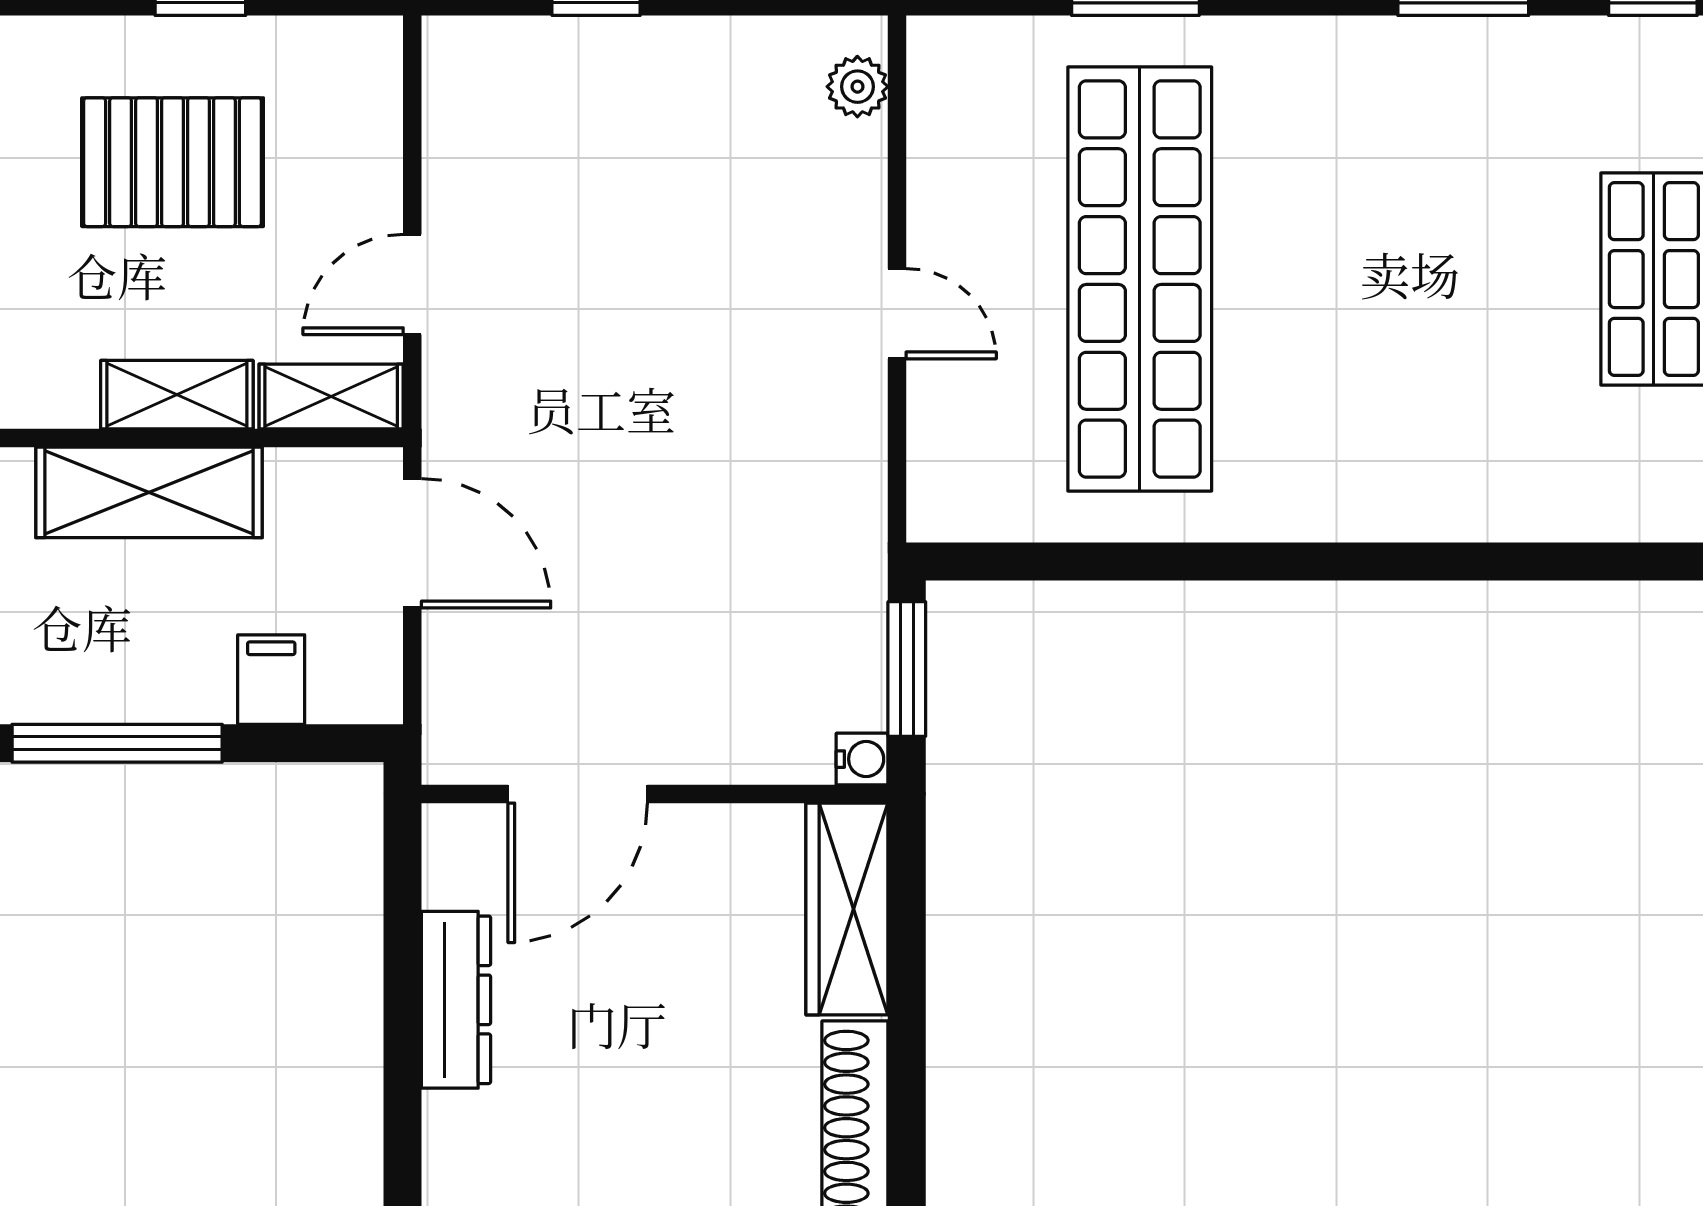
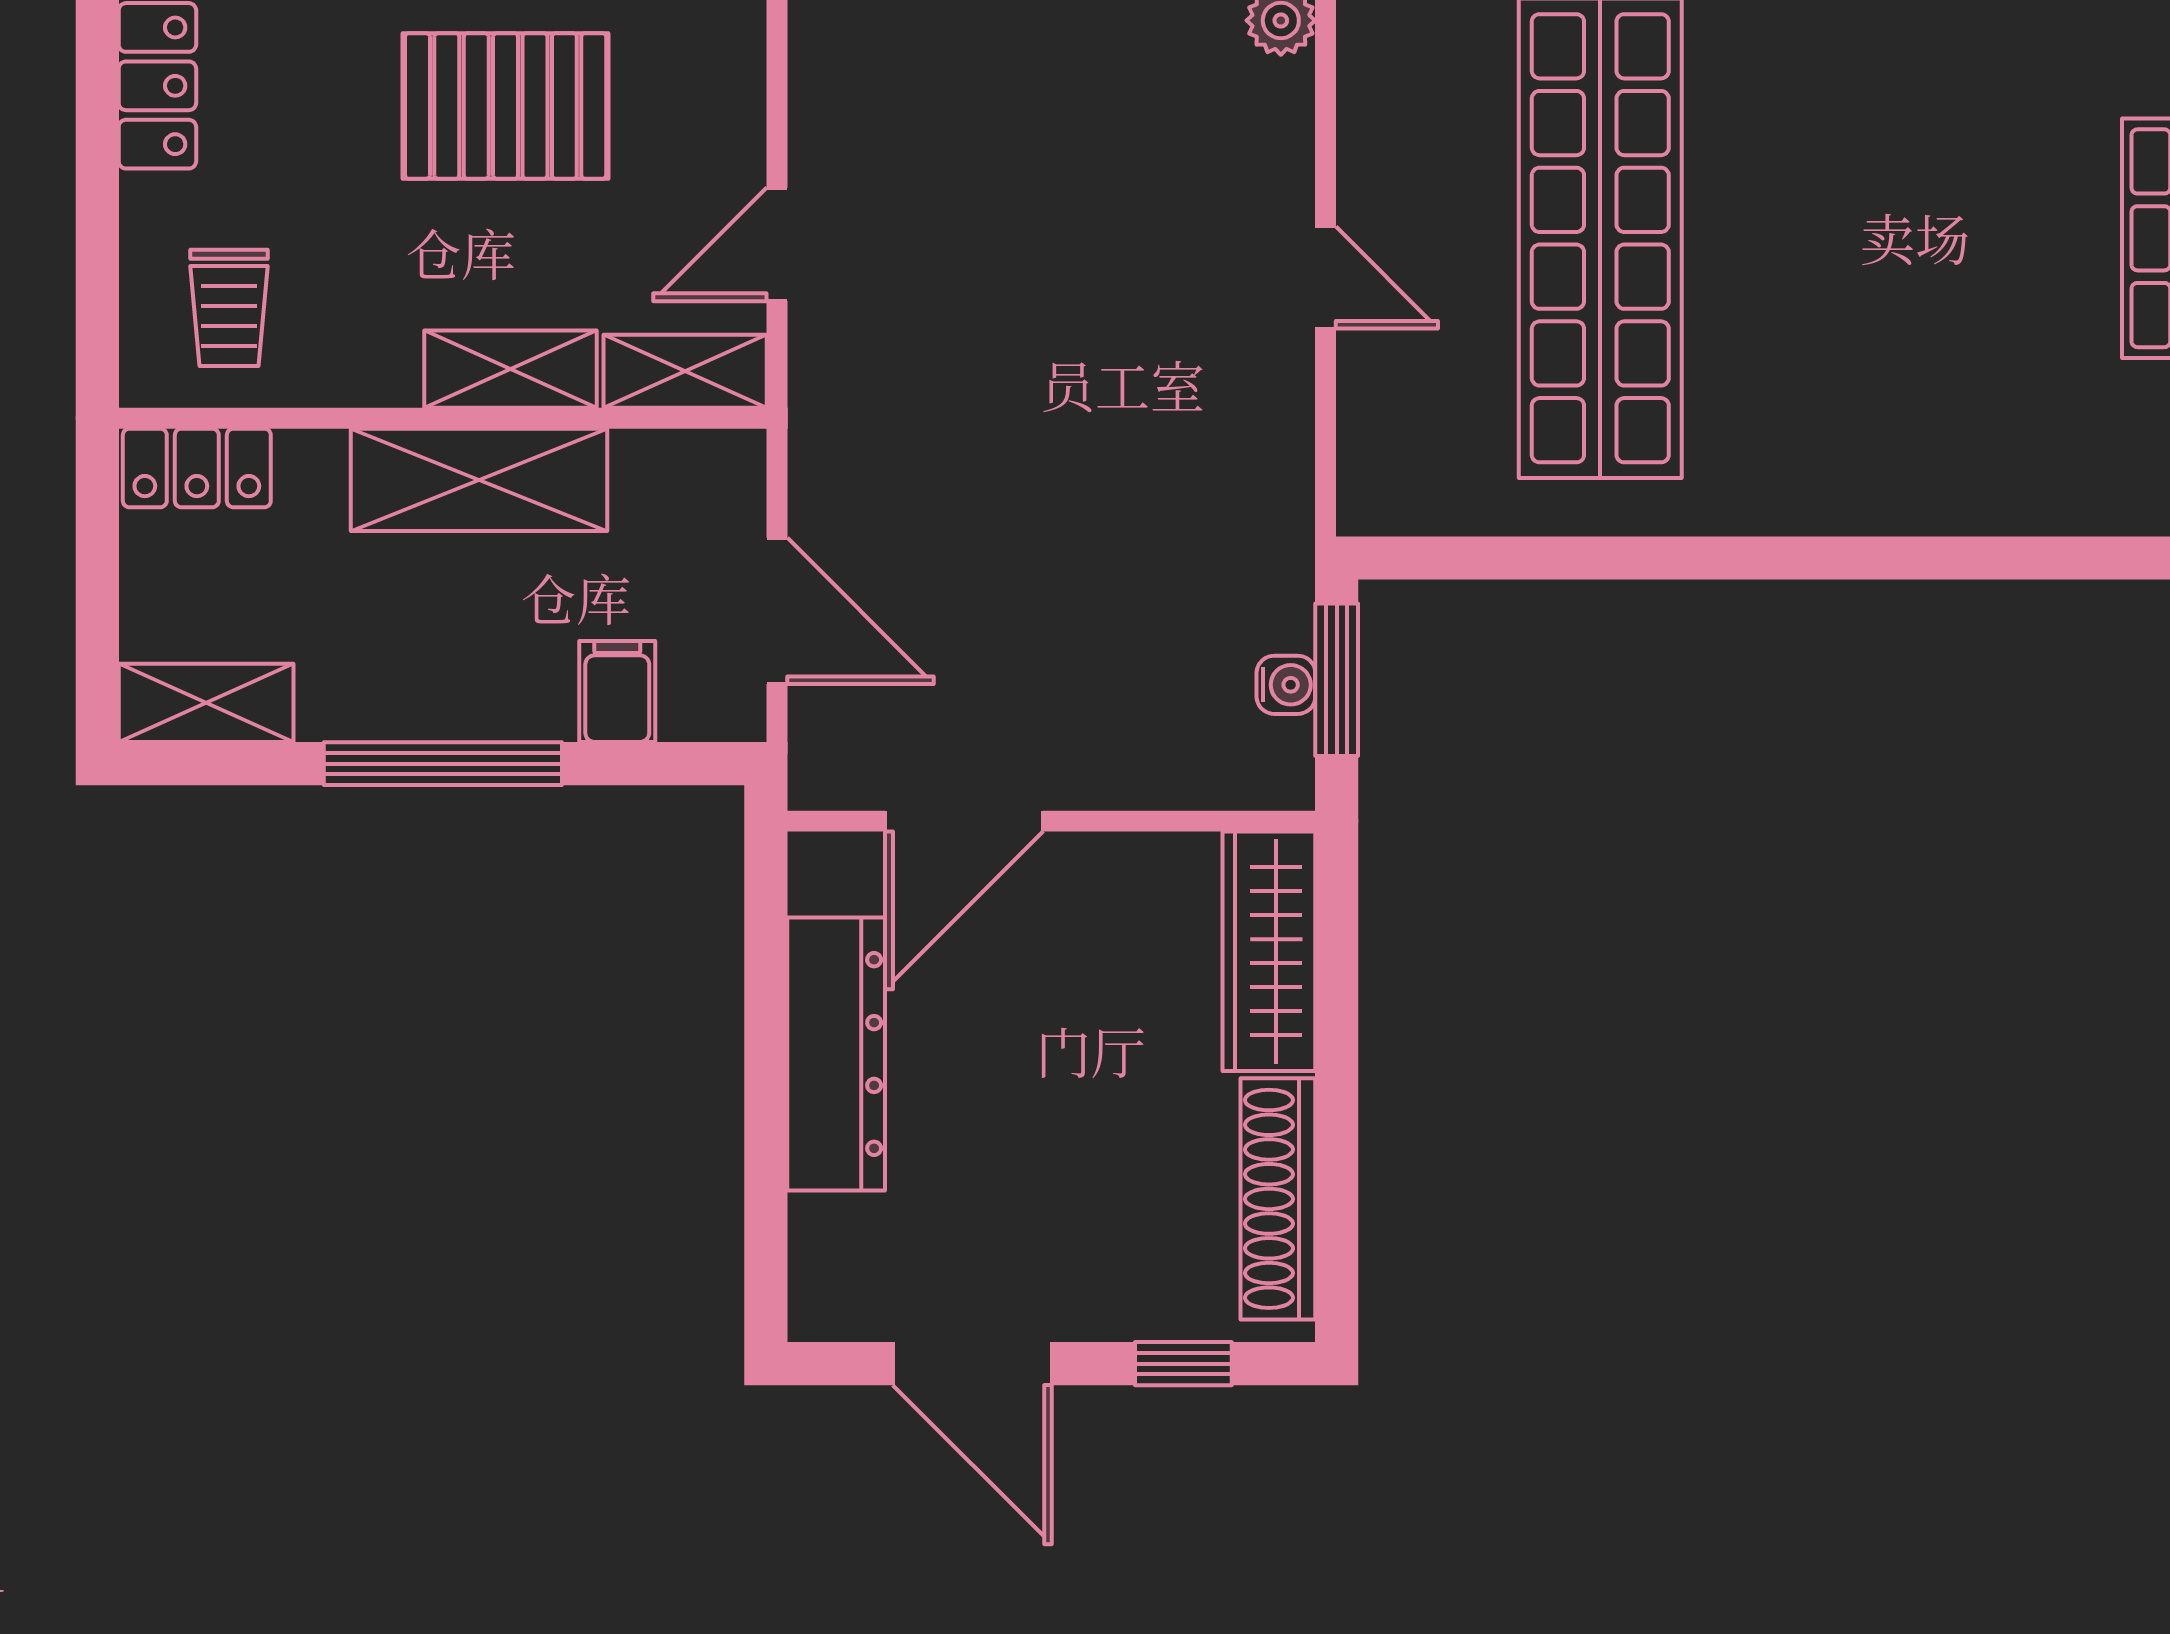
door: (412, 543) -> (777, 611), moved
water cooler: (862, 759) -> (1286, 685), moved
dresser: (456, 1000) -> (836, 1054), width x1.37, depth x1.24

